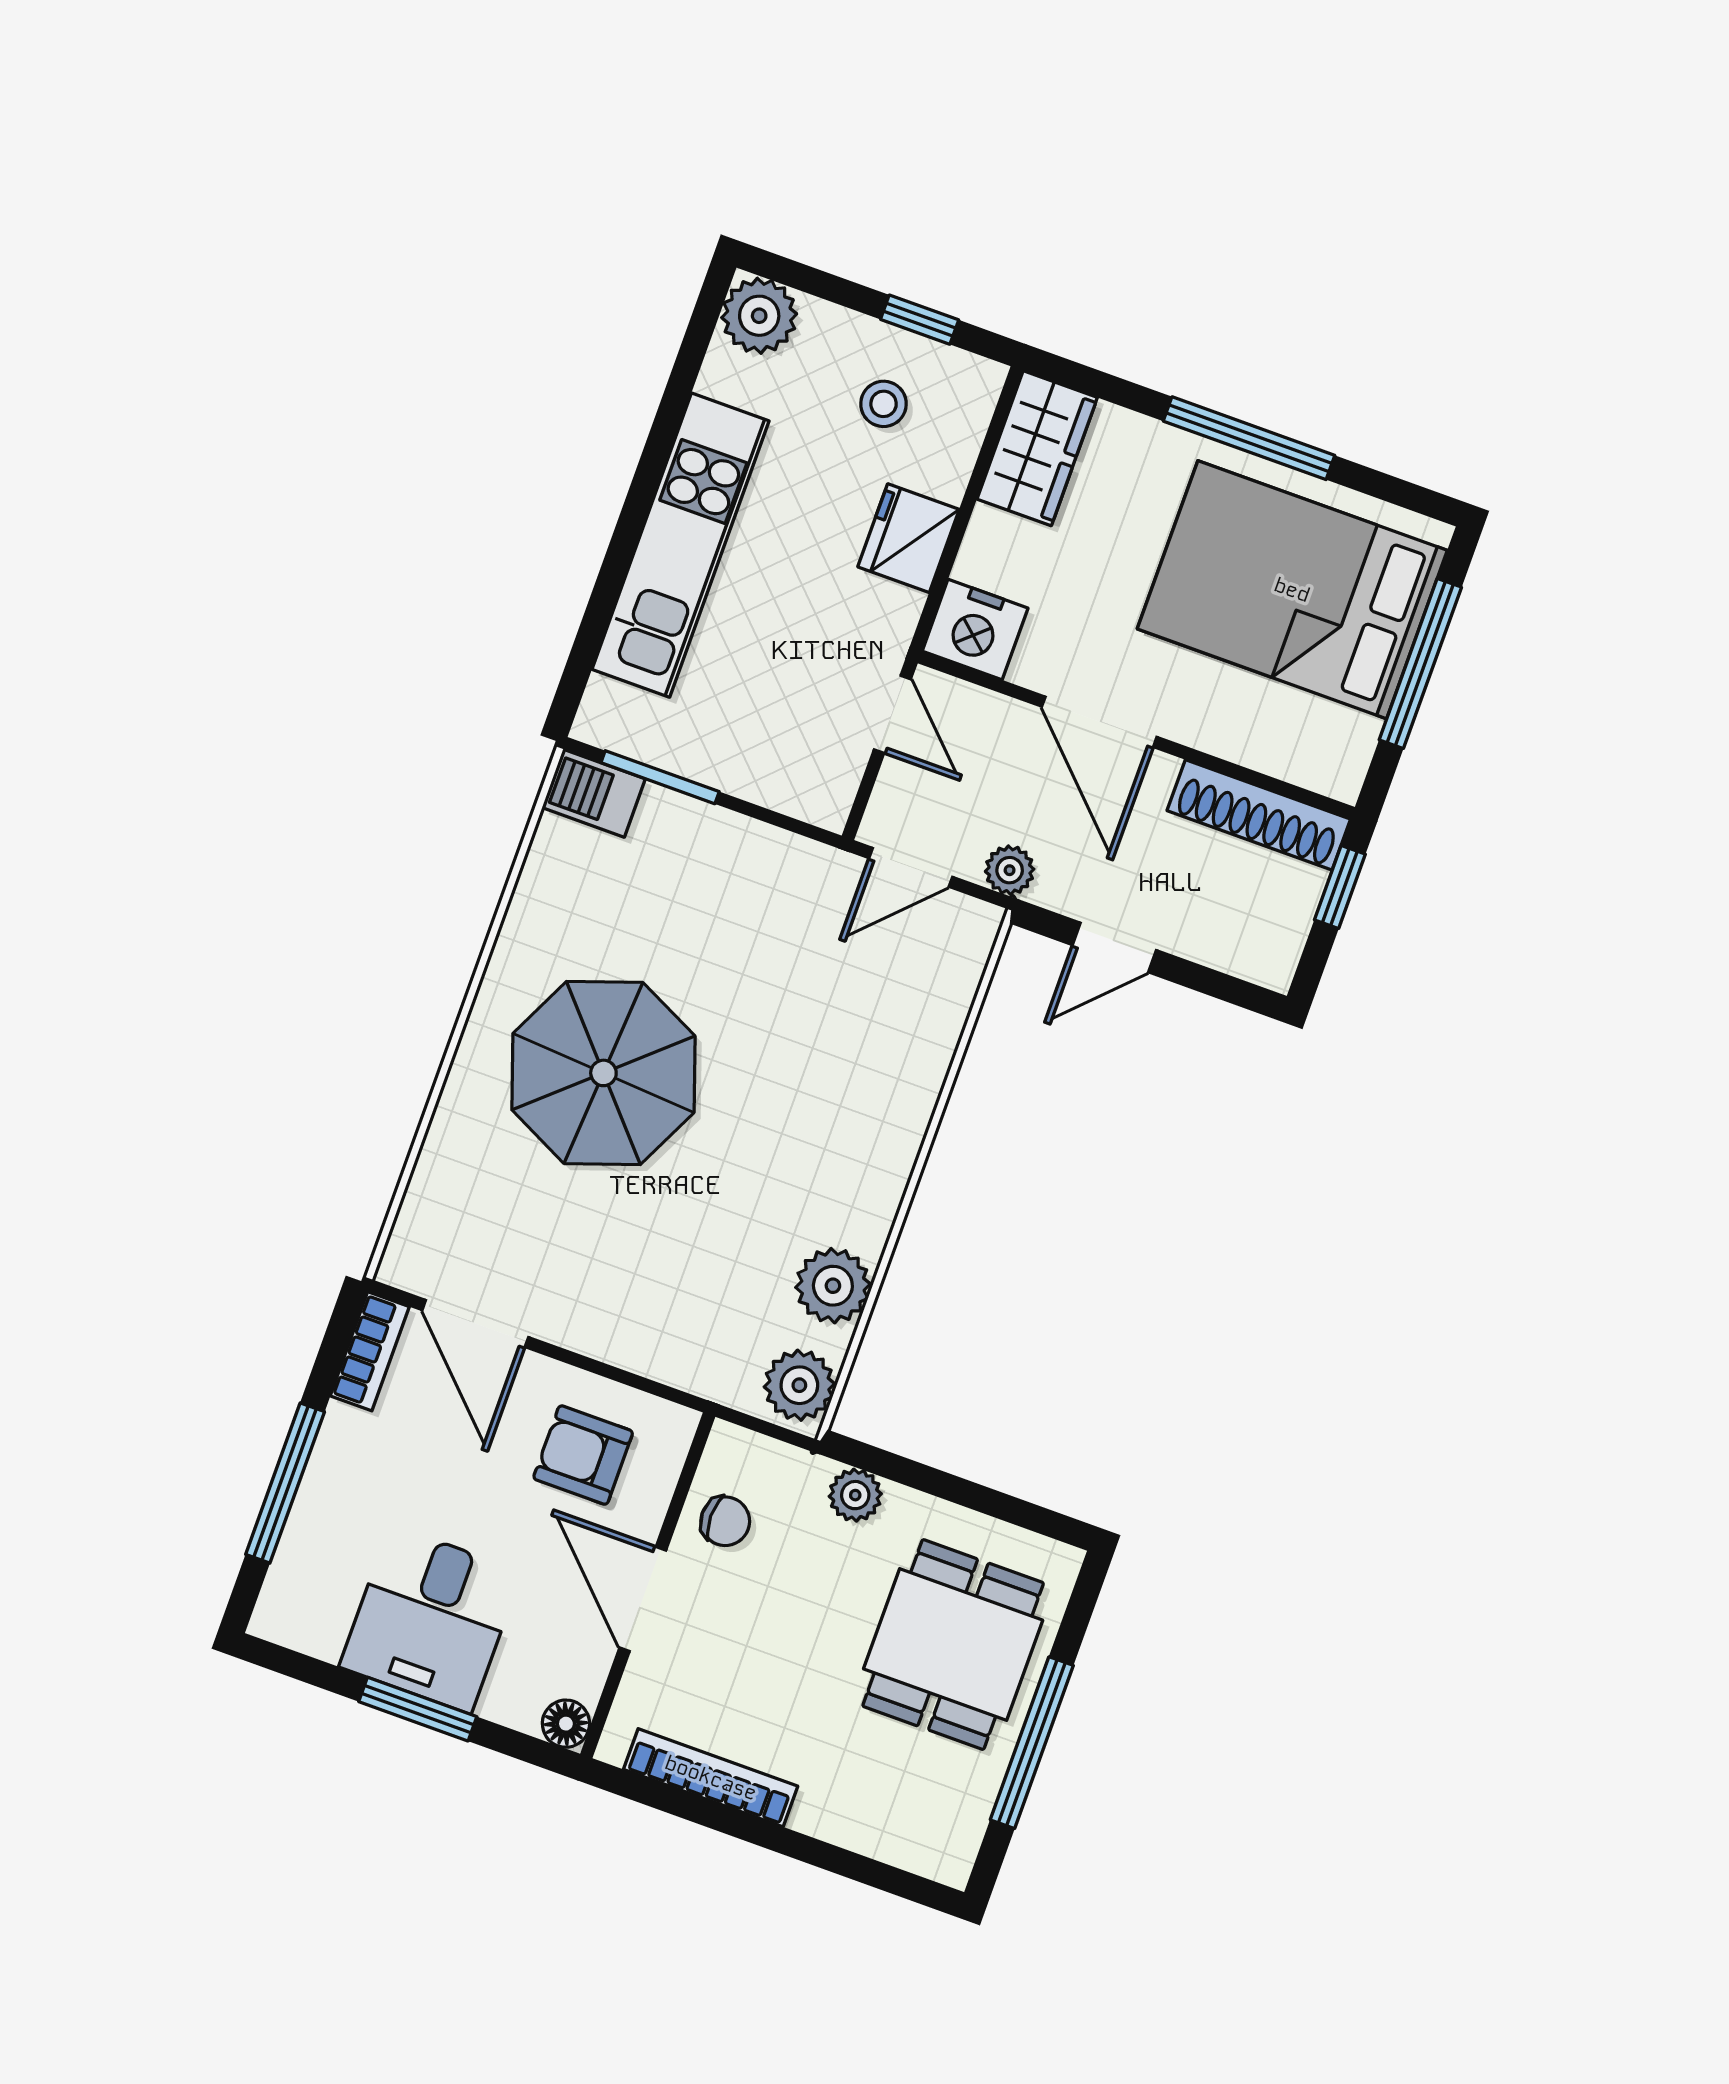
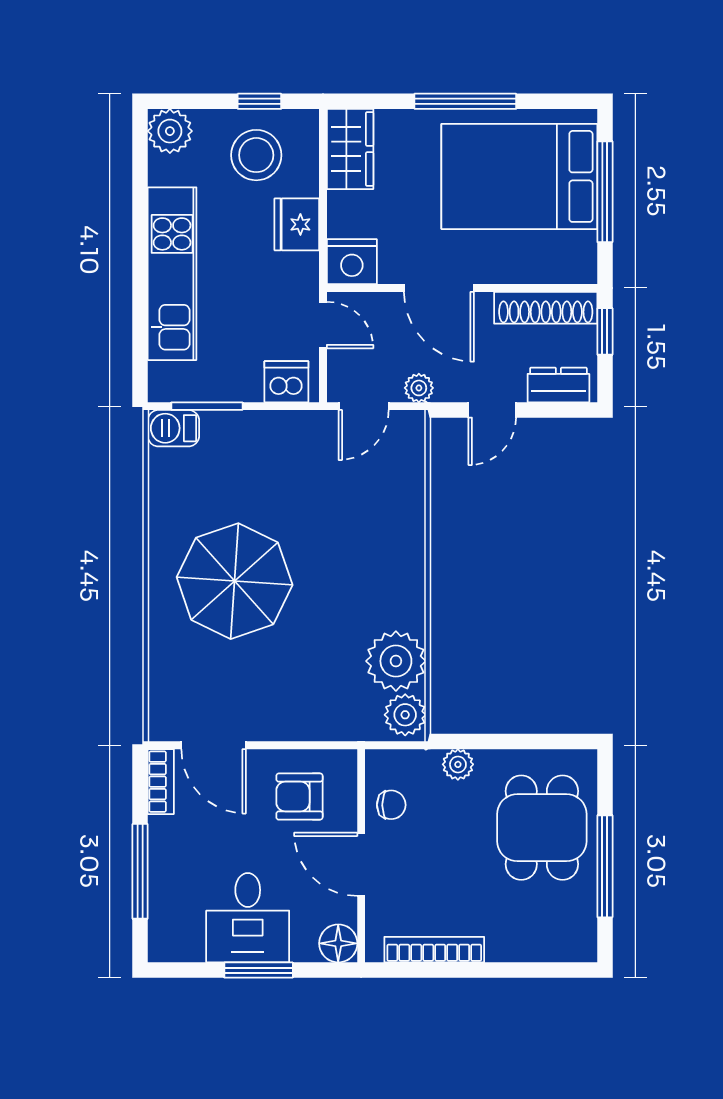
stool: (884, 404) -> (256, 155), width x1.89, depth x1.89
dishwasher: (801, 784) -> (286, 382), added
dresser: (1235, 946) -> (558, 385), added
plant: (833, 1286) -> (396, 661), width x1.36, depth x1.36
floor lamp: (566, 1724) -> (338, 943), width x1.37, depth x1.37

